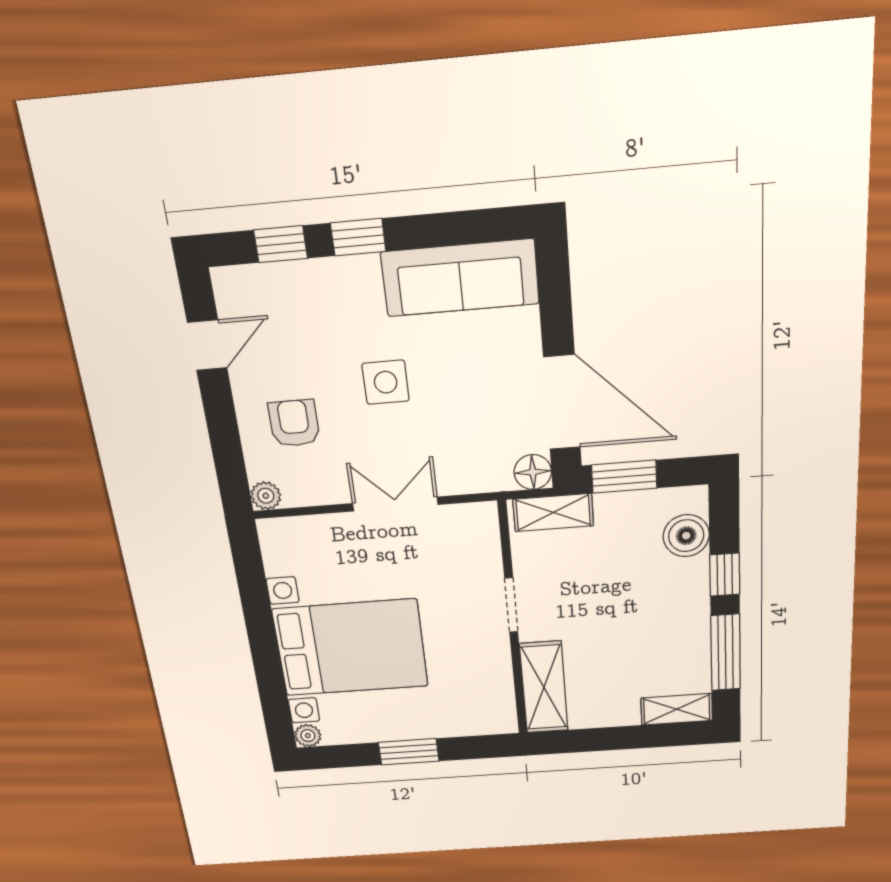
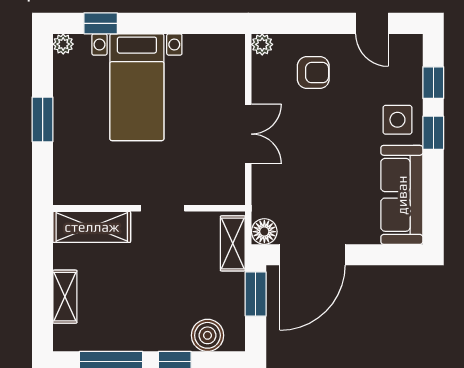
side table: (386, 382) -> (397, 120), moved
bed with nightstands: (351, 648) -> (137, 87), width x0.73
window: (273, 696) -> (101, 23), added
shelving: (677, 709) -> (65, 297), moved

